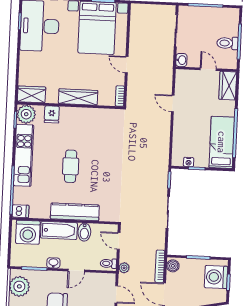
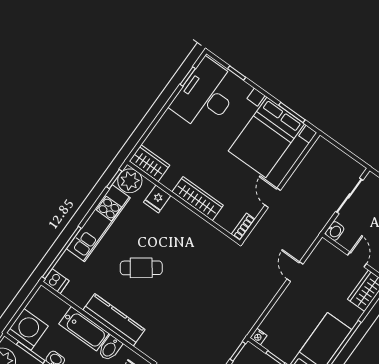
nightstand: (189, 162) -> (258, 336), moved
cafe table: (71, 166) -> (141, 268), turned 54
washing machine: (28, 232) -> (27, 329), moved, turned 180

